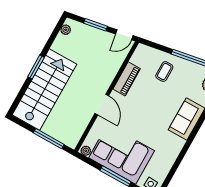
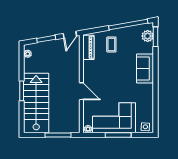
piano: (127, 79) -> (88, 47), moved

